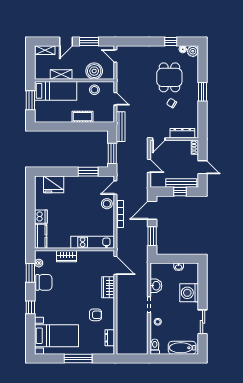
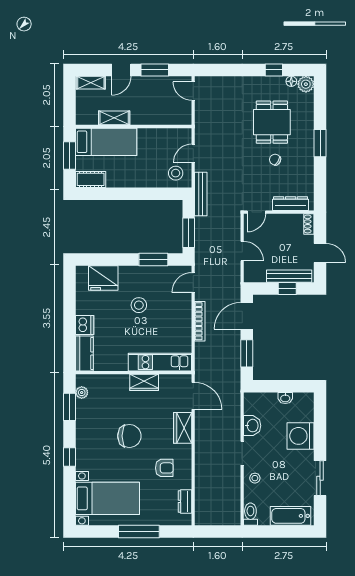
boiler: (94, 71) -> (162, 113), removed
stool: (94, 90) -> (176, 173), moved
door: (115, 99) -> (193, 153), swing flipped
cot: (83, 117) -> (91, 179), moved
stool: (107, 204) -> (139, 305), moved
wardrobe: (67, 256) -> (144, 382), moved
chair: (44, 282) -> (129, 436), moved

